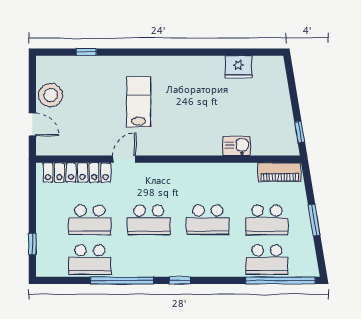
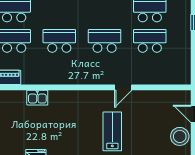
lab bench: (139, 102) -> (112, 131), turned 180
locker: (77, 173) -> (160, 77), removed

